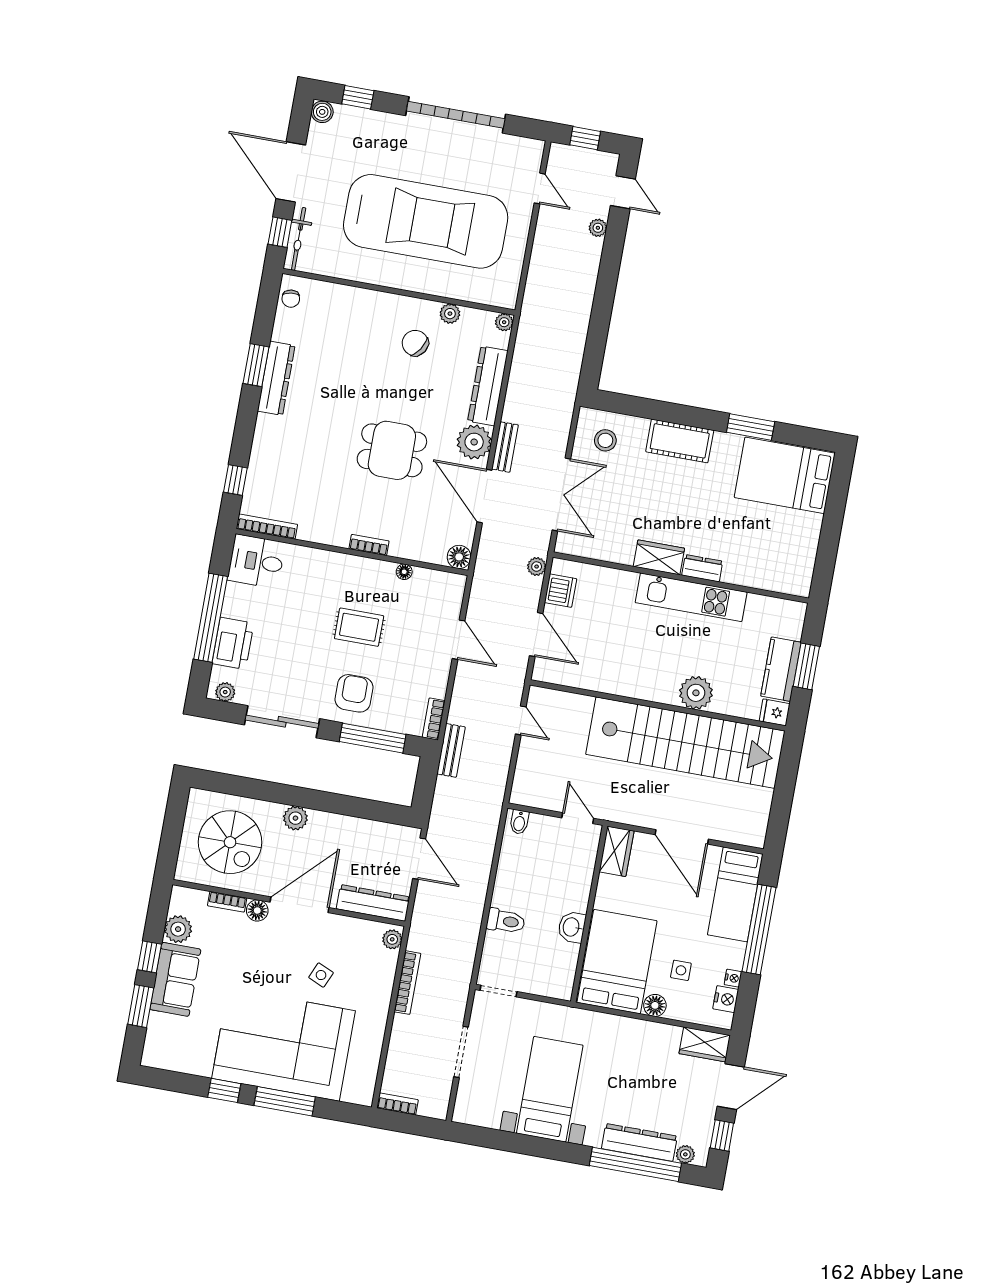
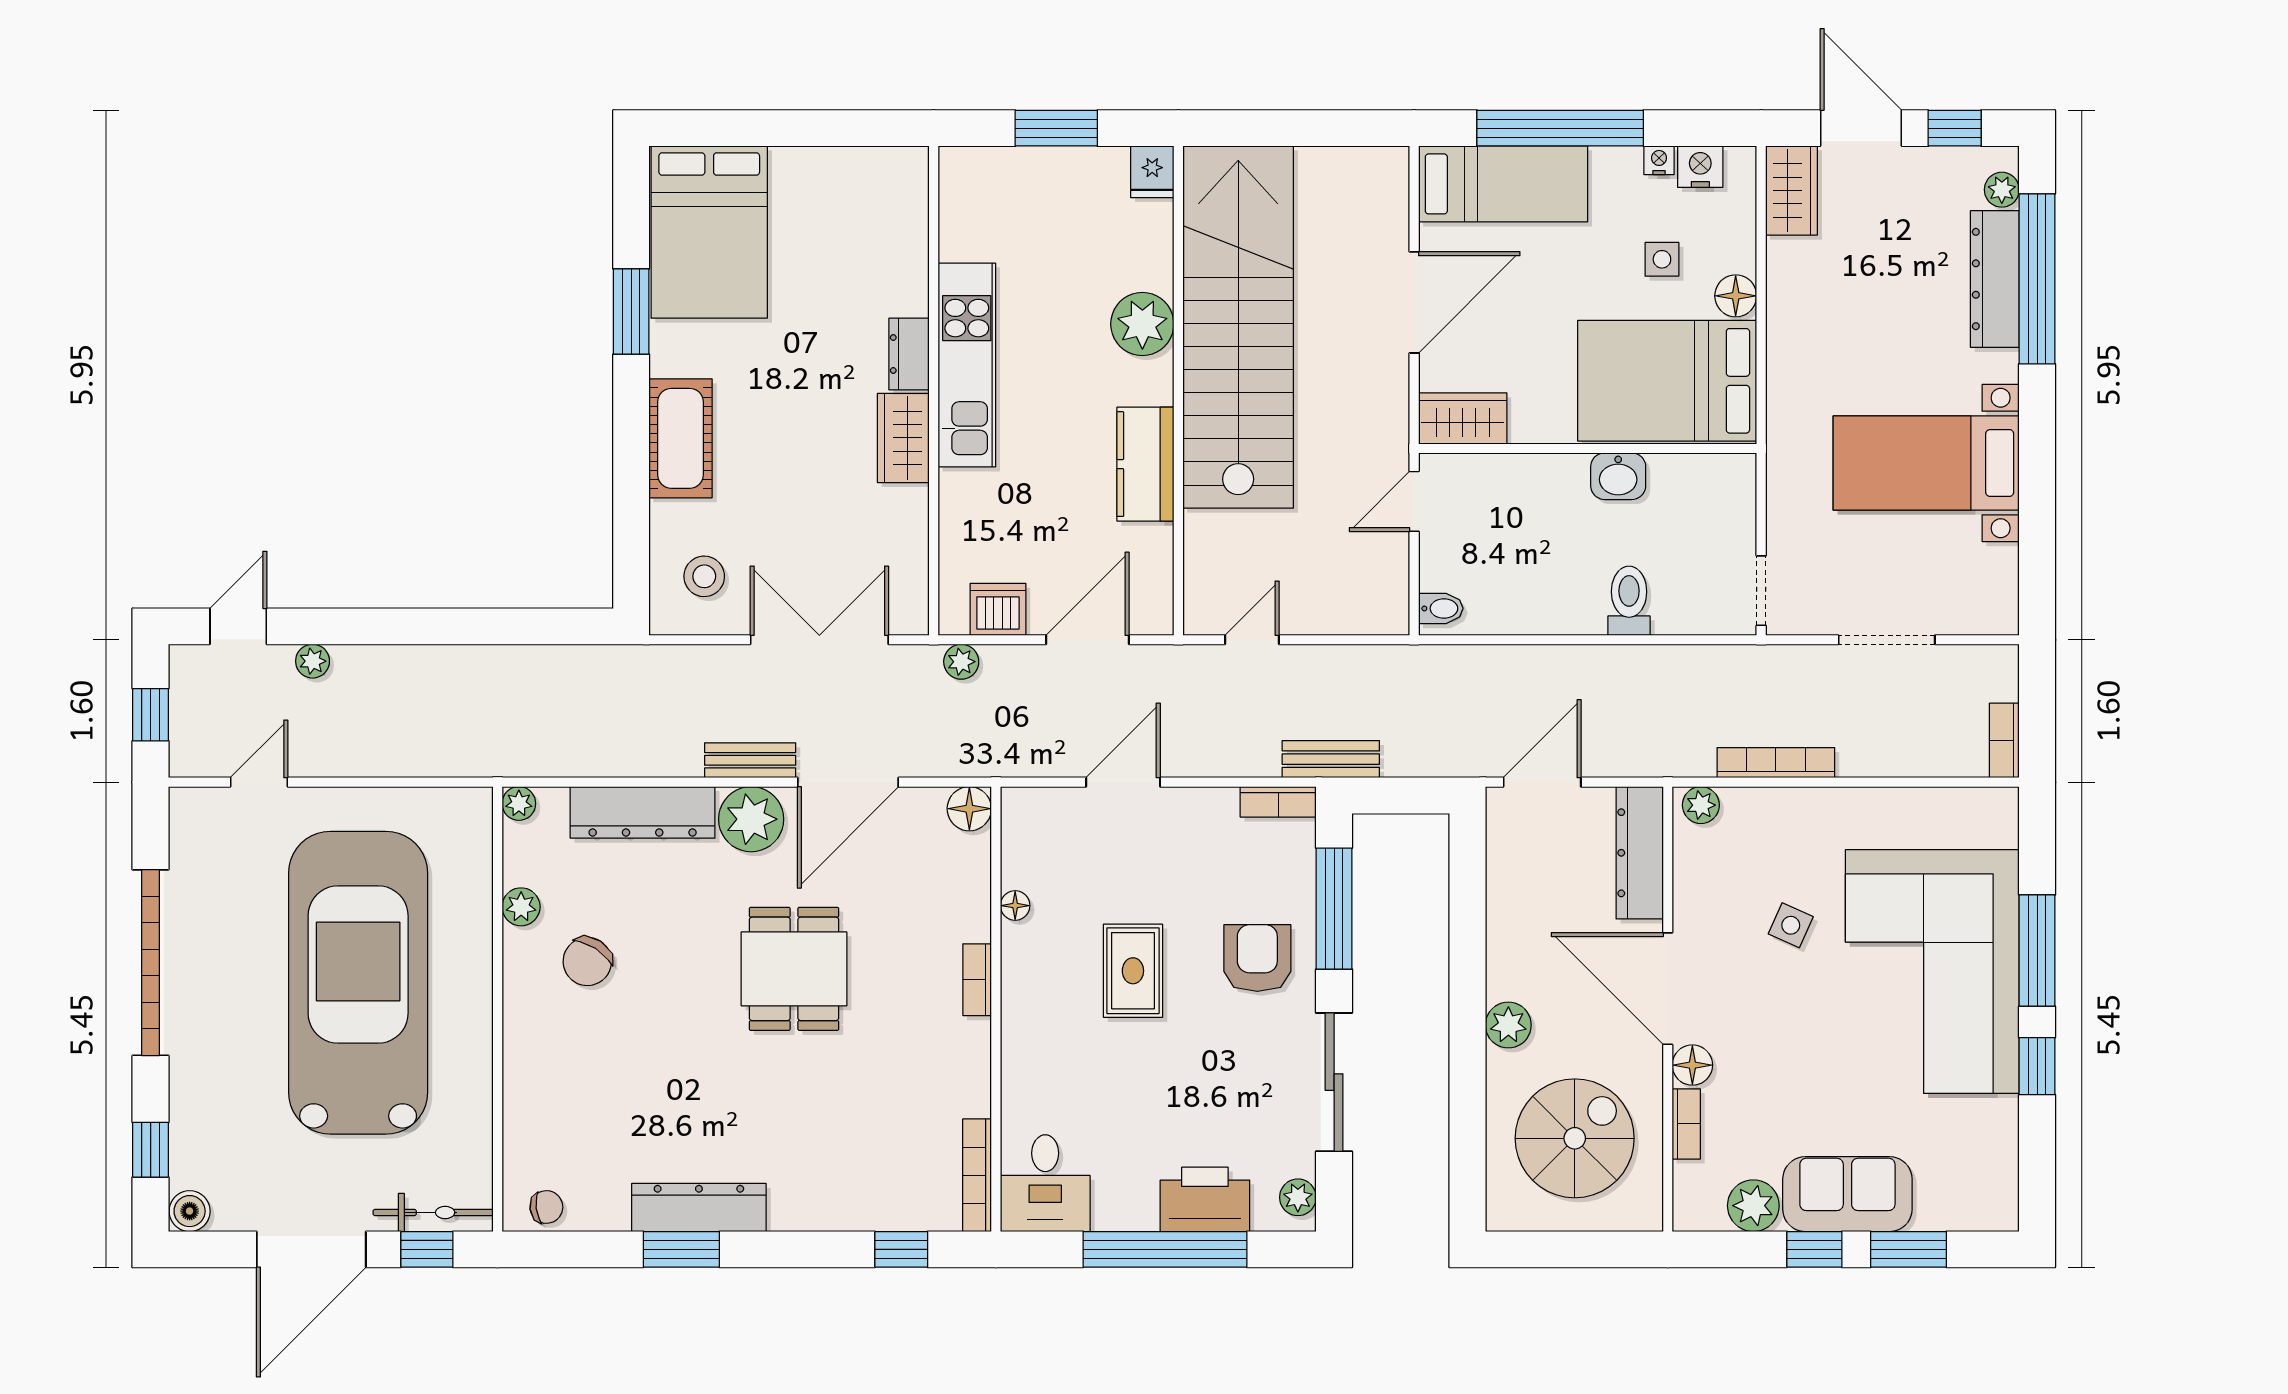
kitchen counter: (781, 669) -> (1145, 464), moved, turned 90
armchair: (354, 693) -> (1257, 958), turned 90

